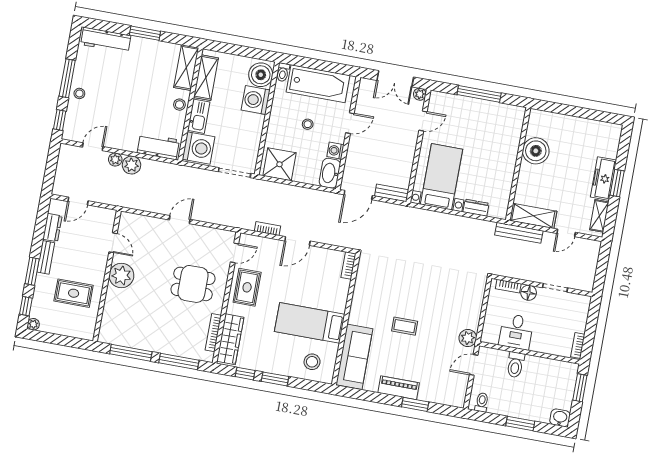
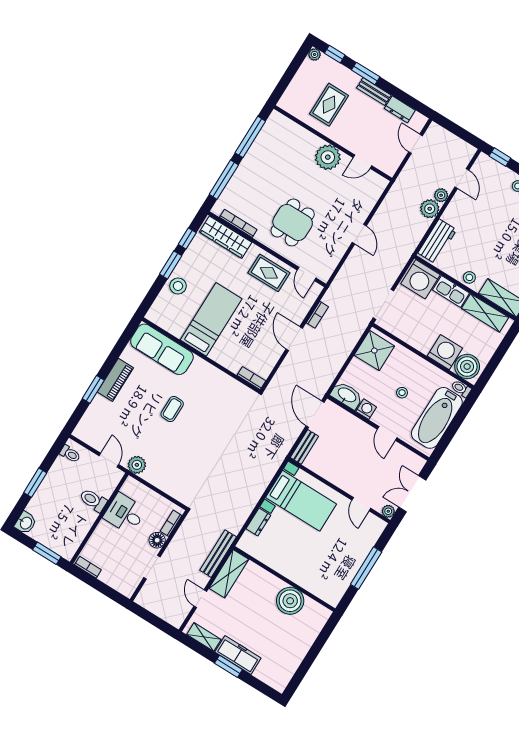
stool: (312, 362) -> (178, 286), moved

